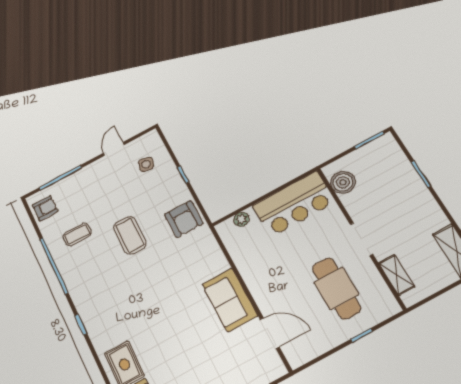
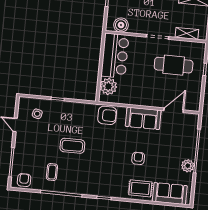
armchair: (184, 219) -> (107, 115), moved
plant: (241, 219) -> (108, 86), width x1.88, depth x1.88
armchair: (167, 332) -> (138, 158), added

